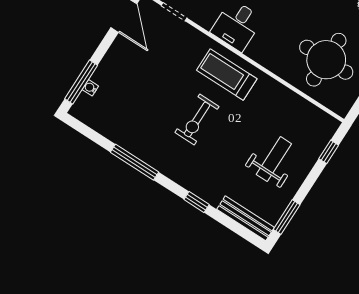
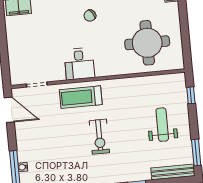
treadmill: (227, 75) -> (81, 97), moved

